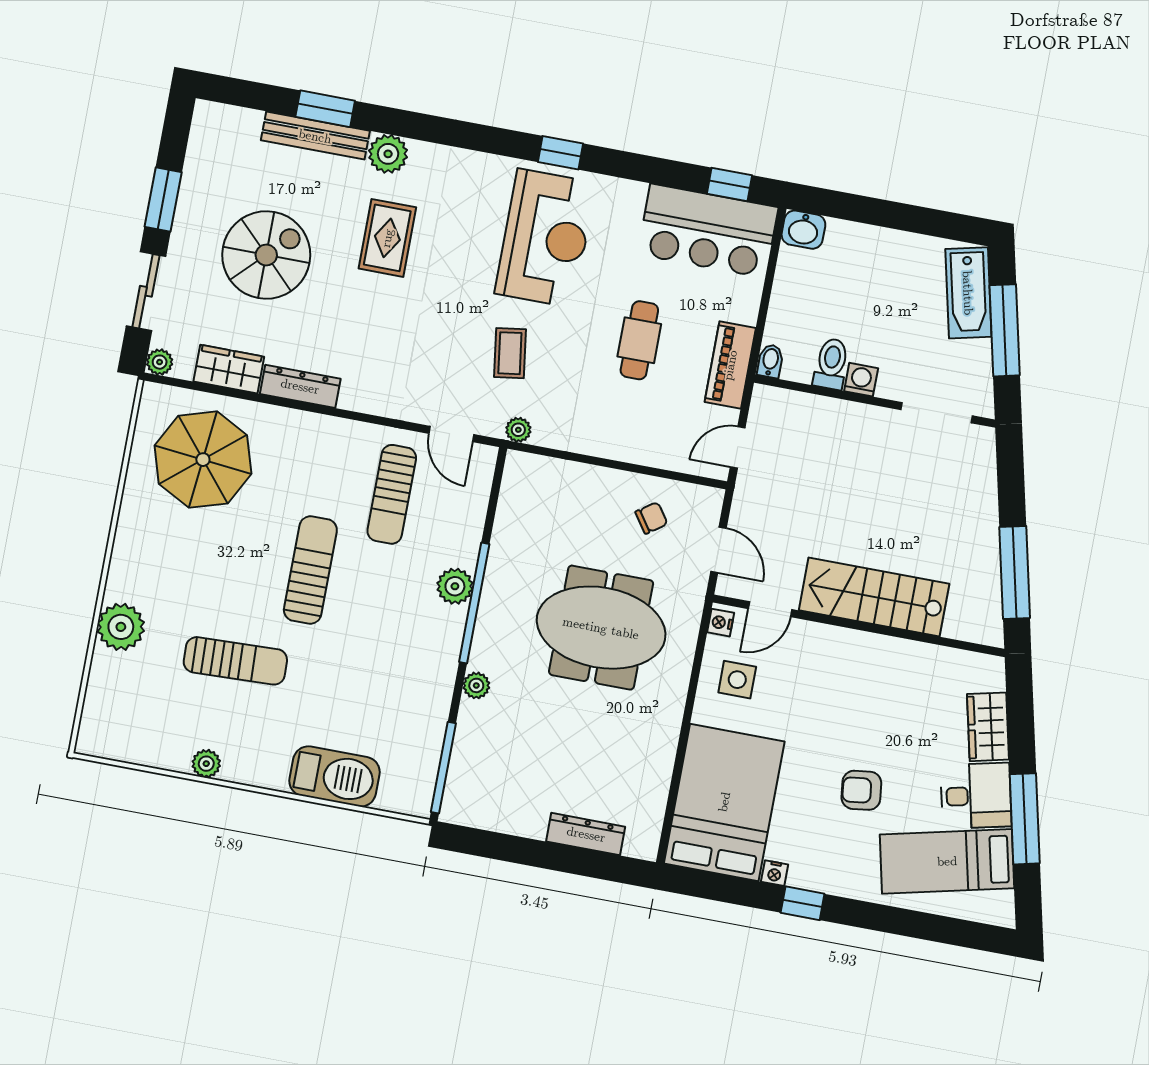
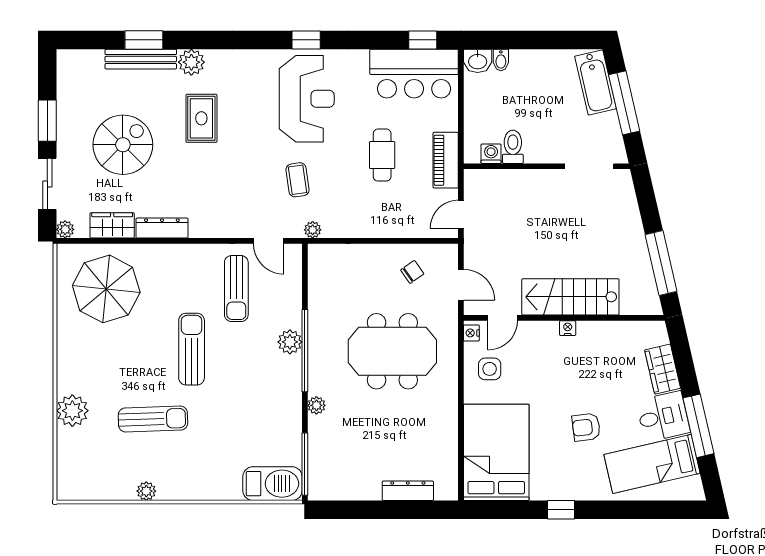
bidet: (770, 361) -> (501, 60), moved, turned 180
washing machine: (861, 380) -> (491, 154), moved
barbecue: (334, 776) -> (272, 484), moved
nightstand: (775, 873) -> (568, 328), moved, turned 180

